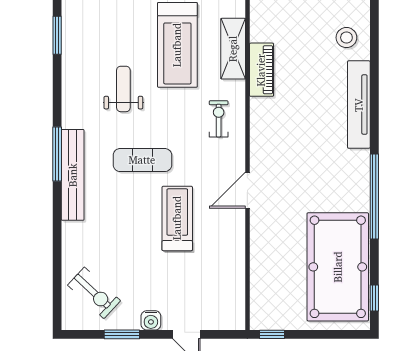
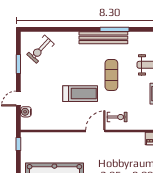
exercise bike: (219, 119) -> (117, 117), moved
door: (247, 190) -> (95, 131), hinge flipped
water cooler: (151, 320) -> (26, 112), moved

